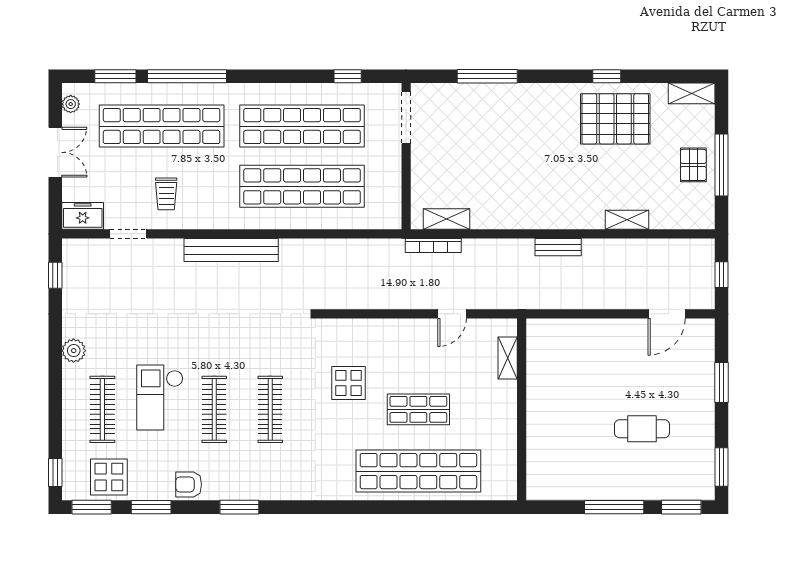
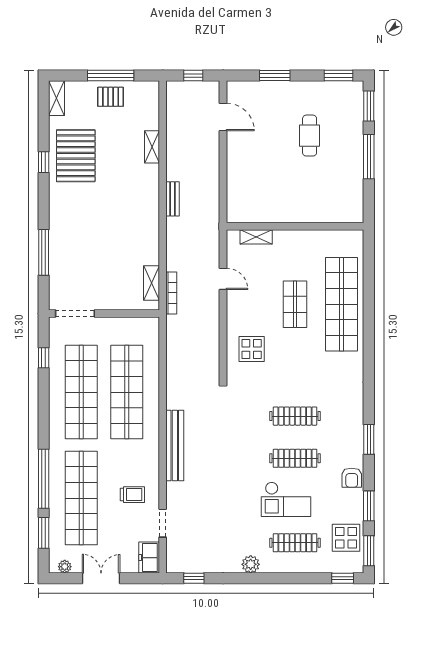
display table: (348, 383) -> (252, 349), moved

